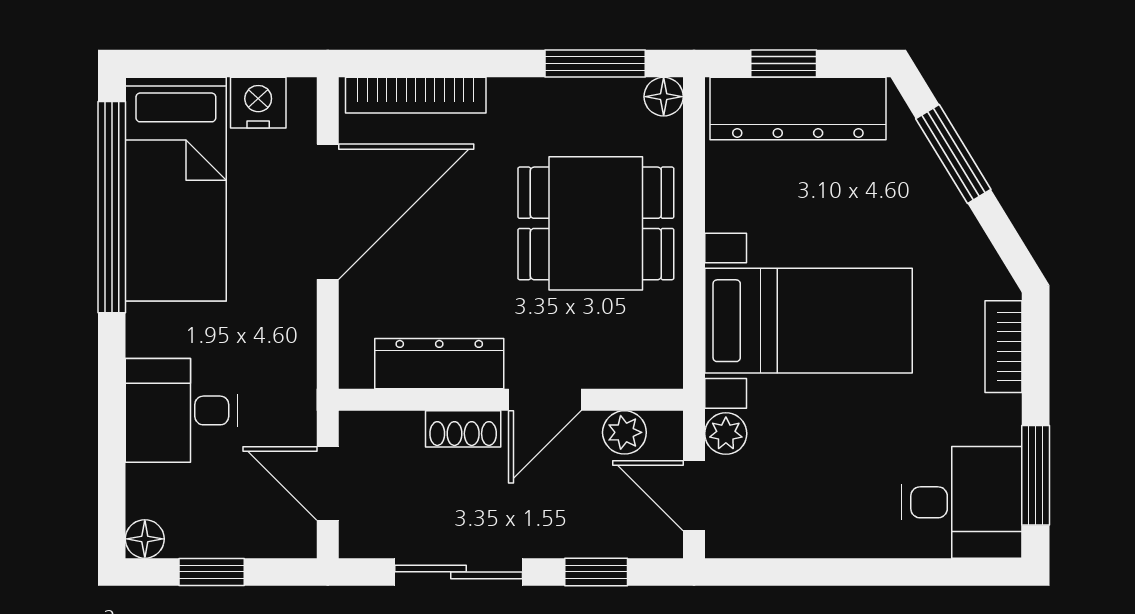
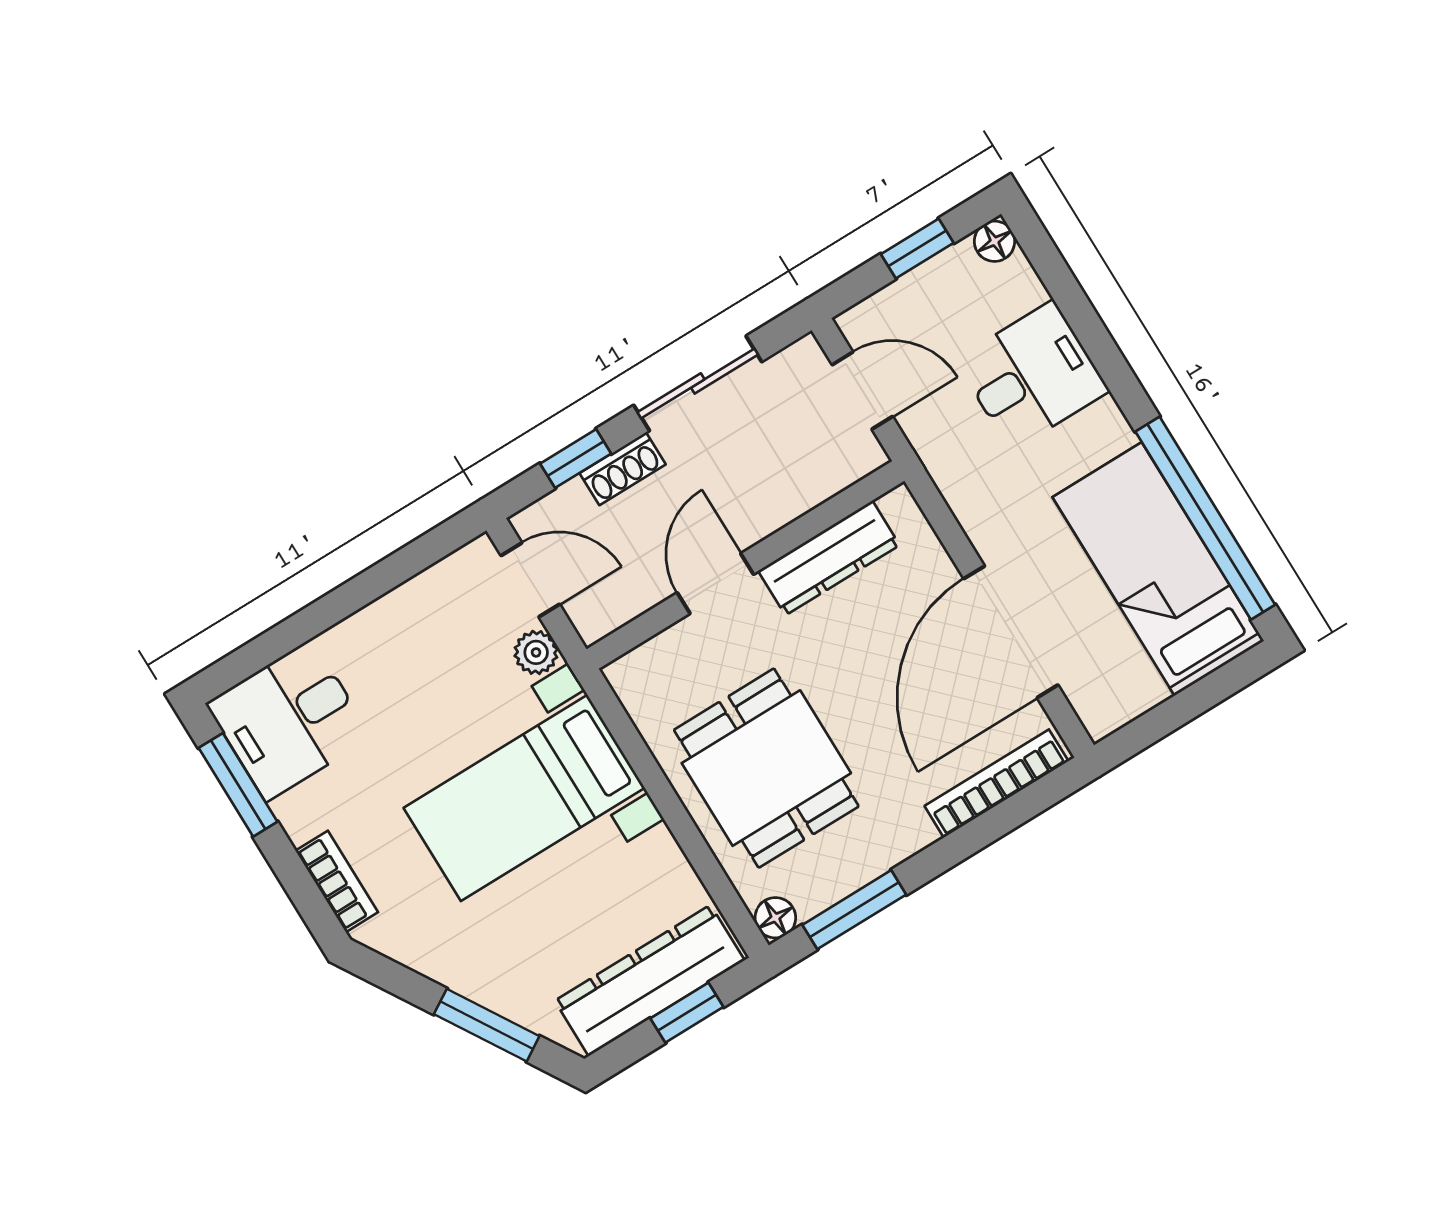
nightstand: (258, 103) -> (1132, 691), removed
dining table: (596, 223) -> (766, 768), turned 90
shoe rack: (463, 429) -> (623, 469), moved, turned 180
plant: (624, 432) -> (627, 598), removed

